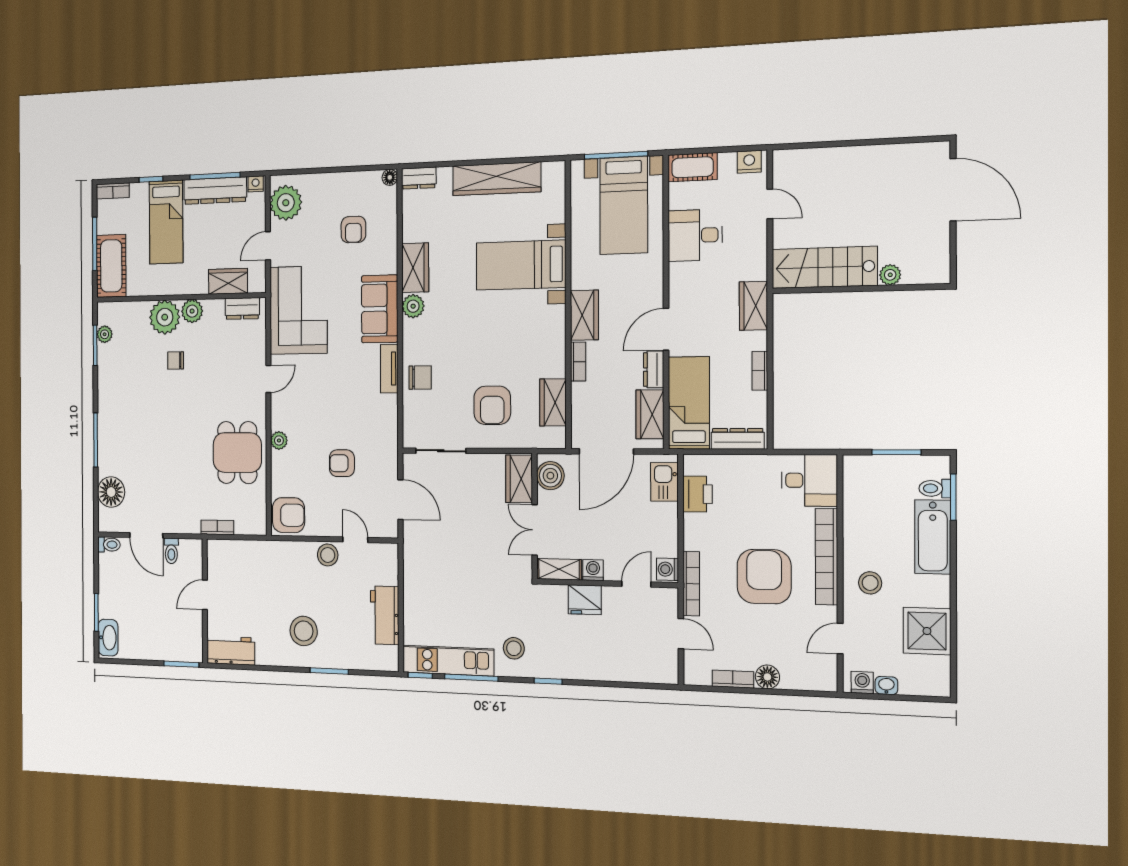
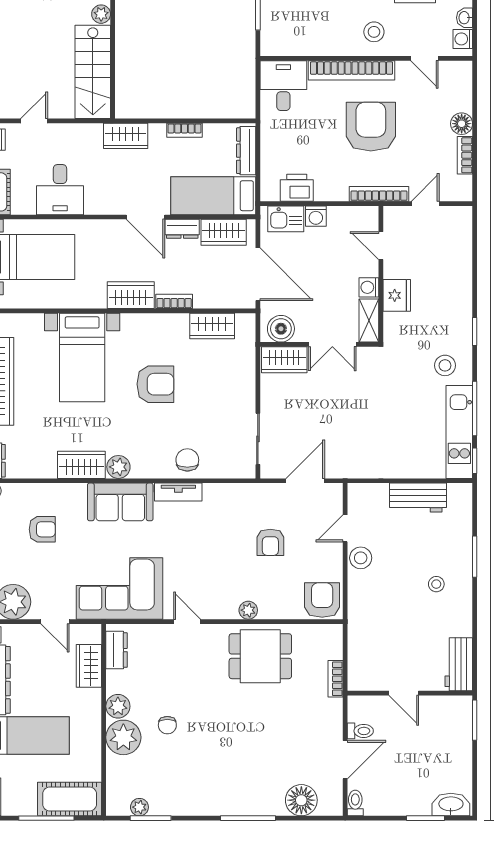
armchair: (492, 405) -> (155, 384), moved
washing machine: (667, 569) -> (316, 216), moved
armchair: (764, 577) -> (371, 127), turned 90
stool: (304, 631) -> (436, 584), width x0.53, depth x0.53

